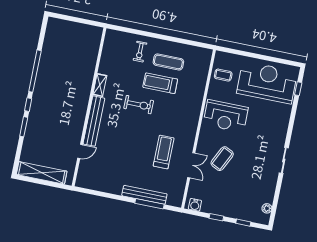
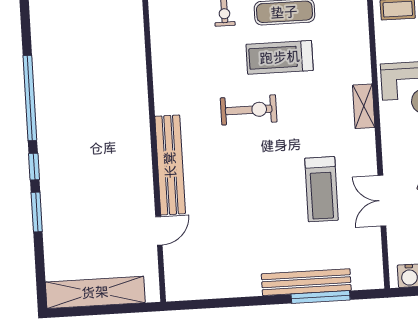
shelving: (100, 85) -> (364, 106), moved
treadmill: (164, 152) -> (321, 189), turned 180
double door: (191, 165) -> (382, 201), swing flipped

